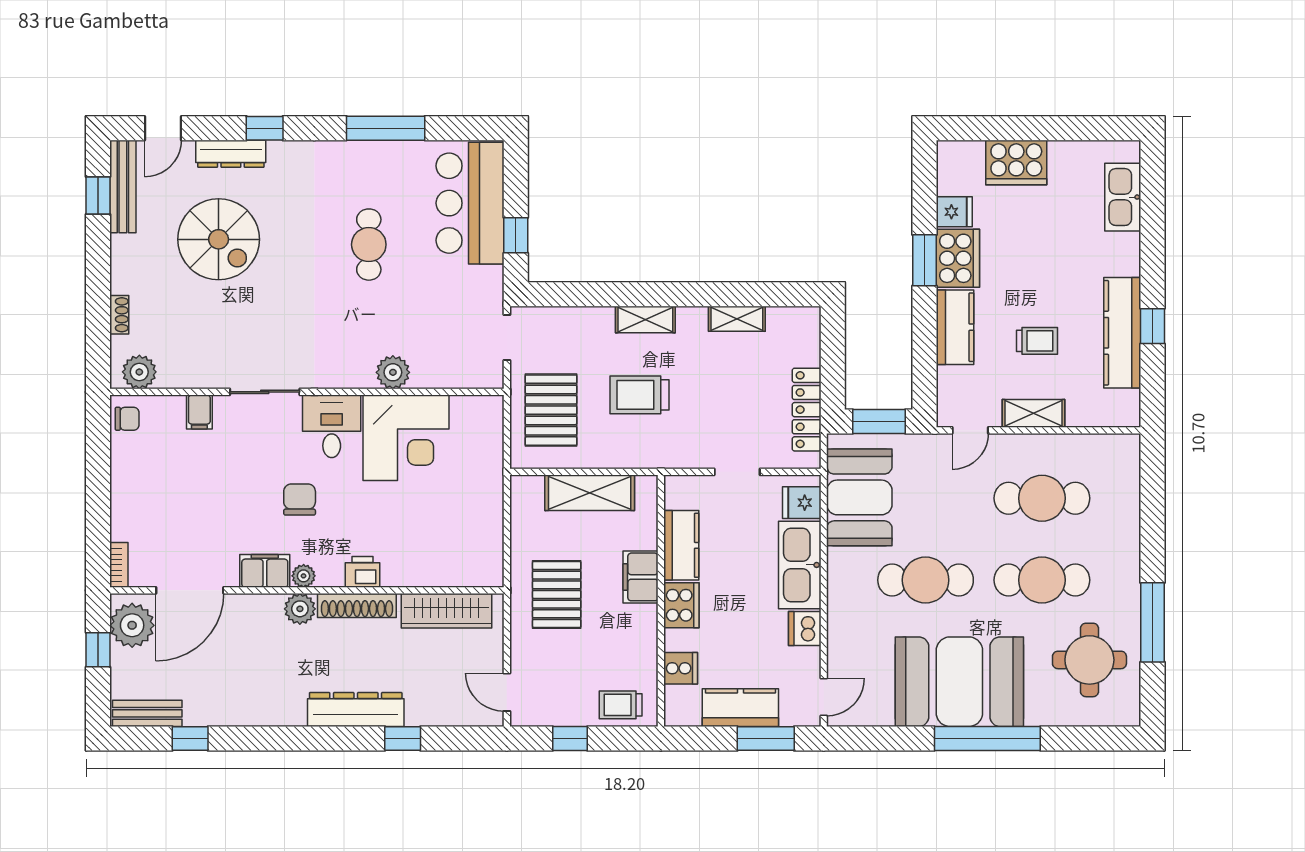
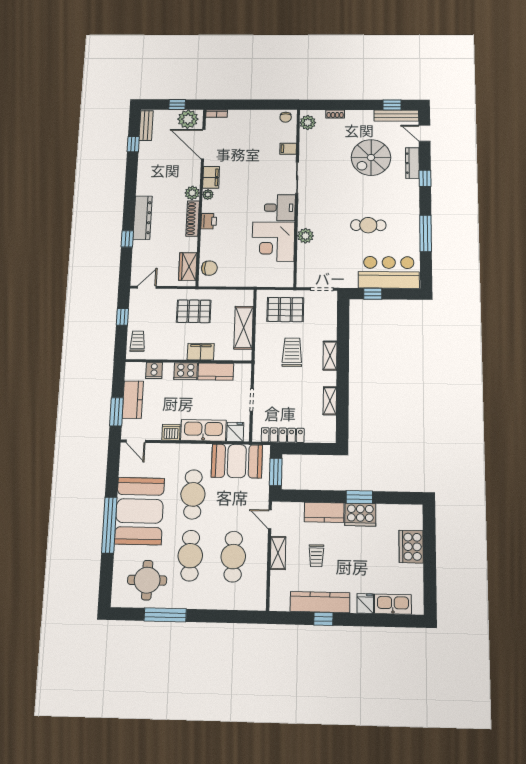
fridge: (954, 212) -> (365, 603), moved, turned 180
chair: (300, 500) -> (209, 268), moved
wardrobe: (446, 611) -> (188, 267), width x0.67

